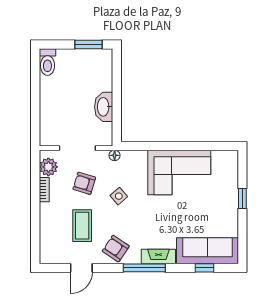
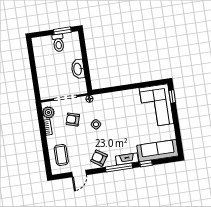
toilet: (47, 62) -> (58, 43), moved
corner sofa: (179, 172) -> (156, 106), moved, turned 90
window: (242, 199) -> (172, 96), moved
coffee table: (82, 226) -> (61, 155), moved
window: (205, 268) -> (146, 164), moved

